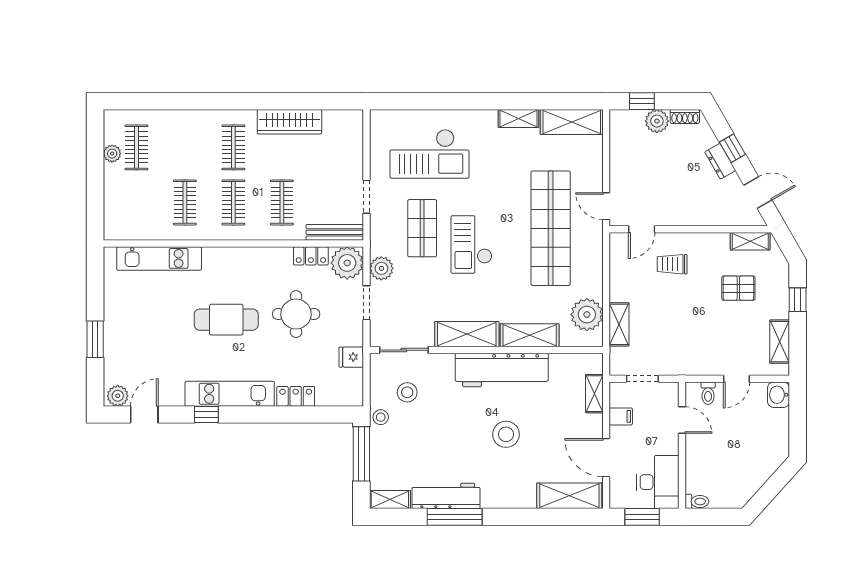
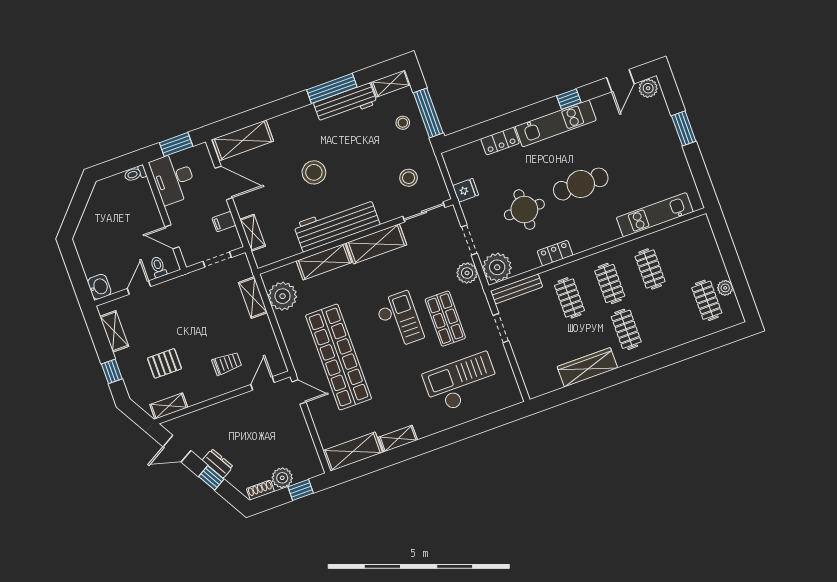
locker: (311, 256) -> (555, 253), moved
stool: (381, 417) -> (403, 123), moved

